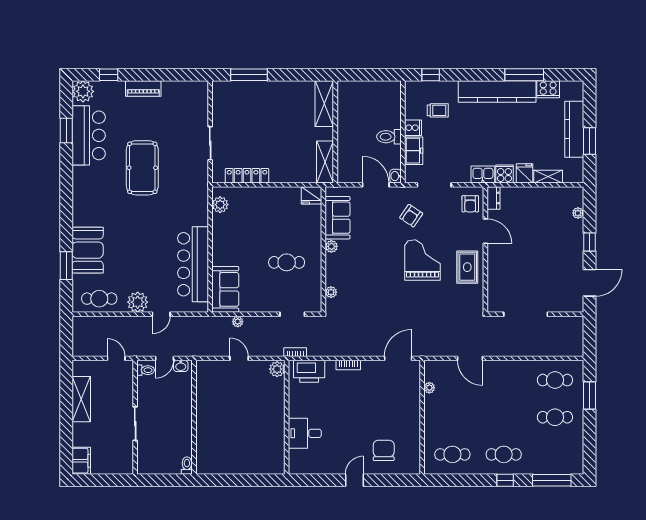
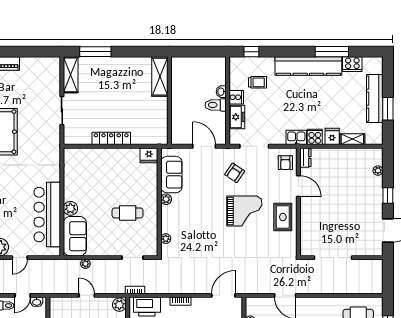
shelving: (325, 162) -> (71, 75), moved
locker: (247, 176) -> (111, 138), moved
washbasin: (396, 176) -> (221, 92), moved
plant: (220, 205) -> (70, 208), moved
grand piano: (423, 260) -> (244, 211), turned 90

